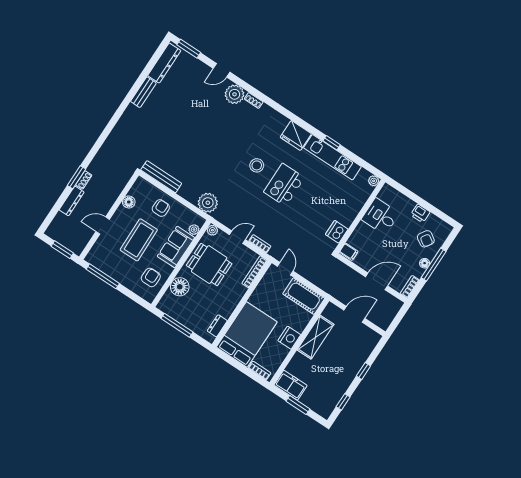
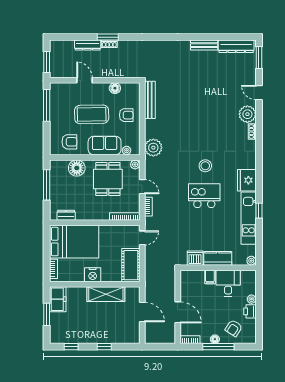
plant: (410, 204) -> (251, 299), added
kitchen counter: (351, 211) -> (218, 258), added
filing cabinet: (349, 252) -> (210, 277), moved

